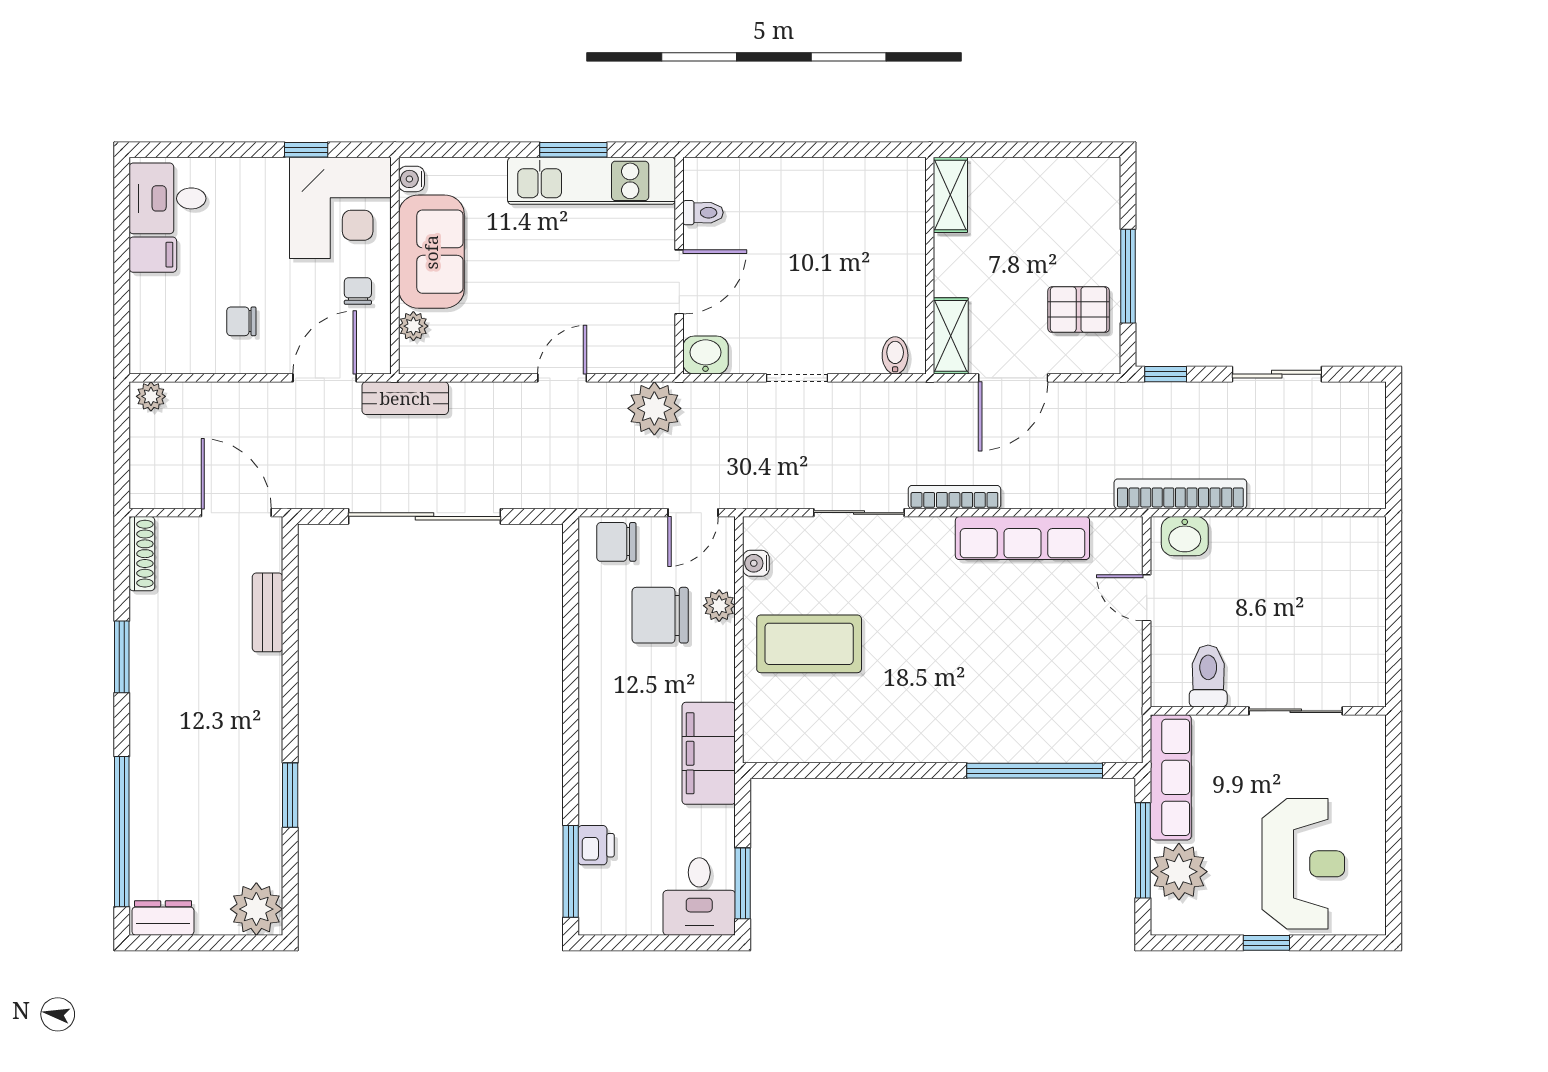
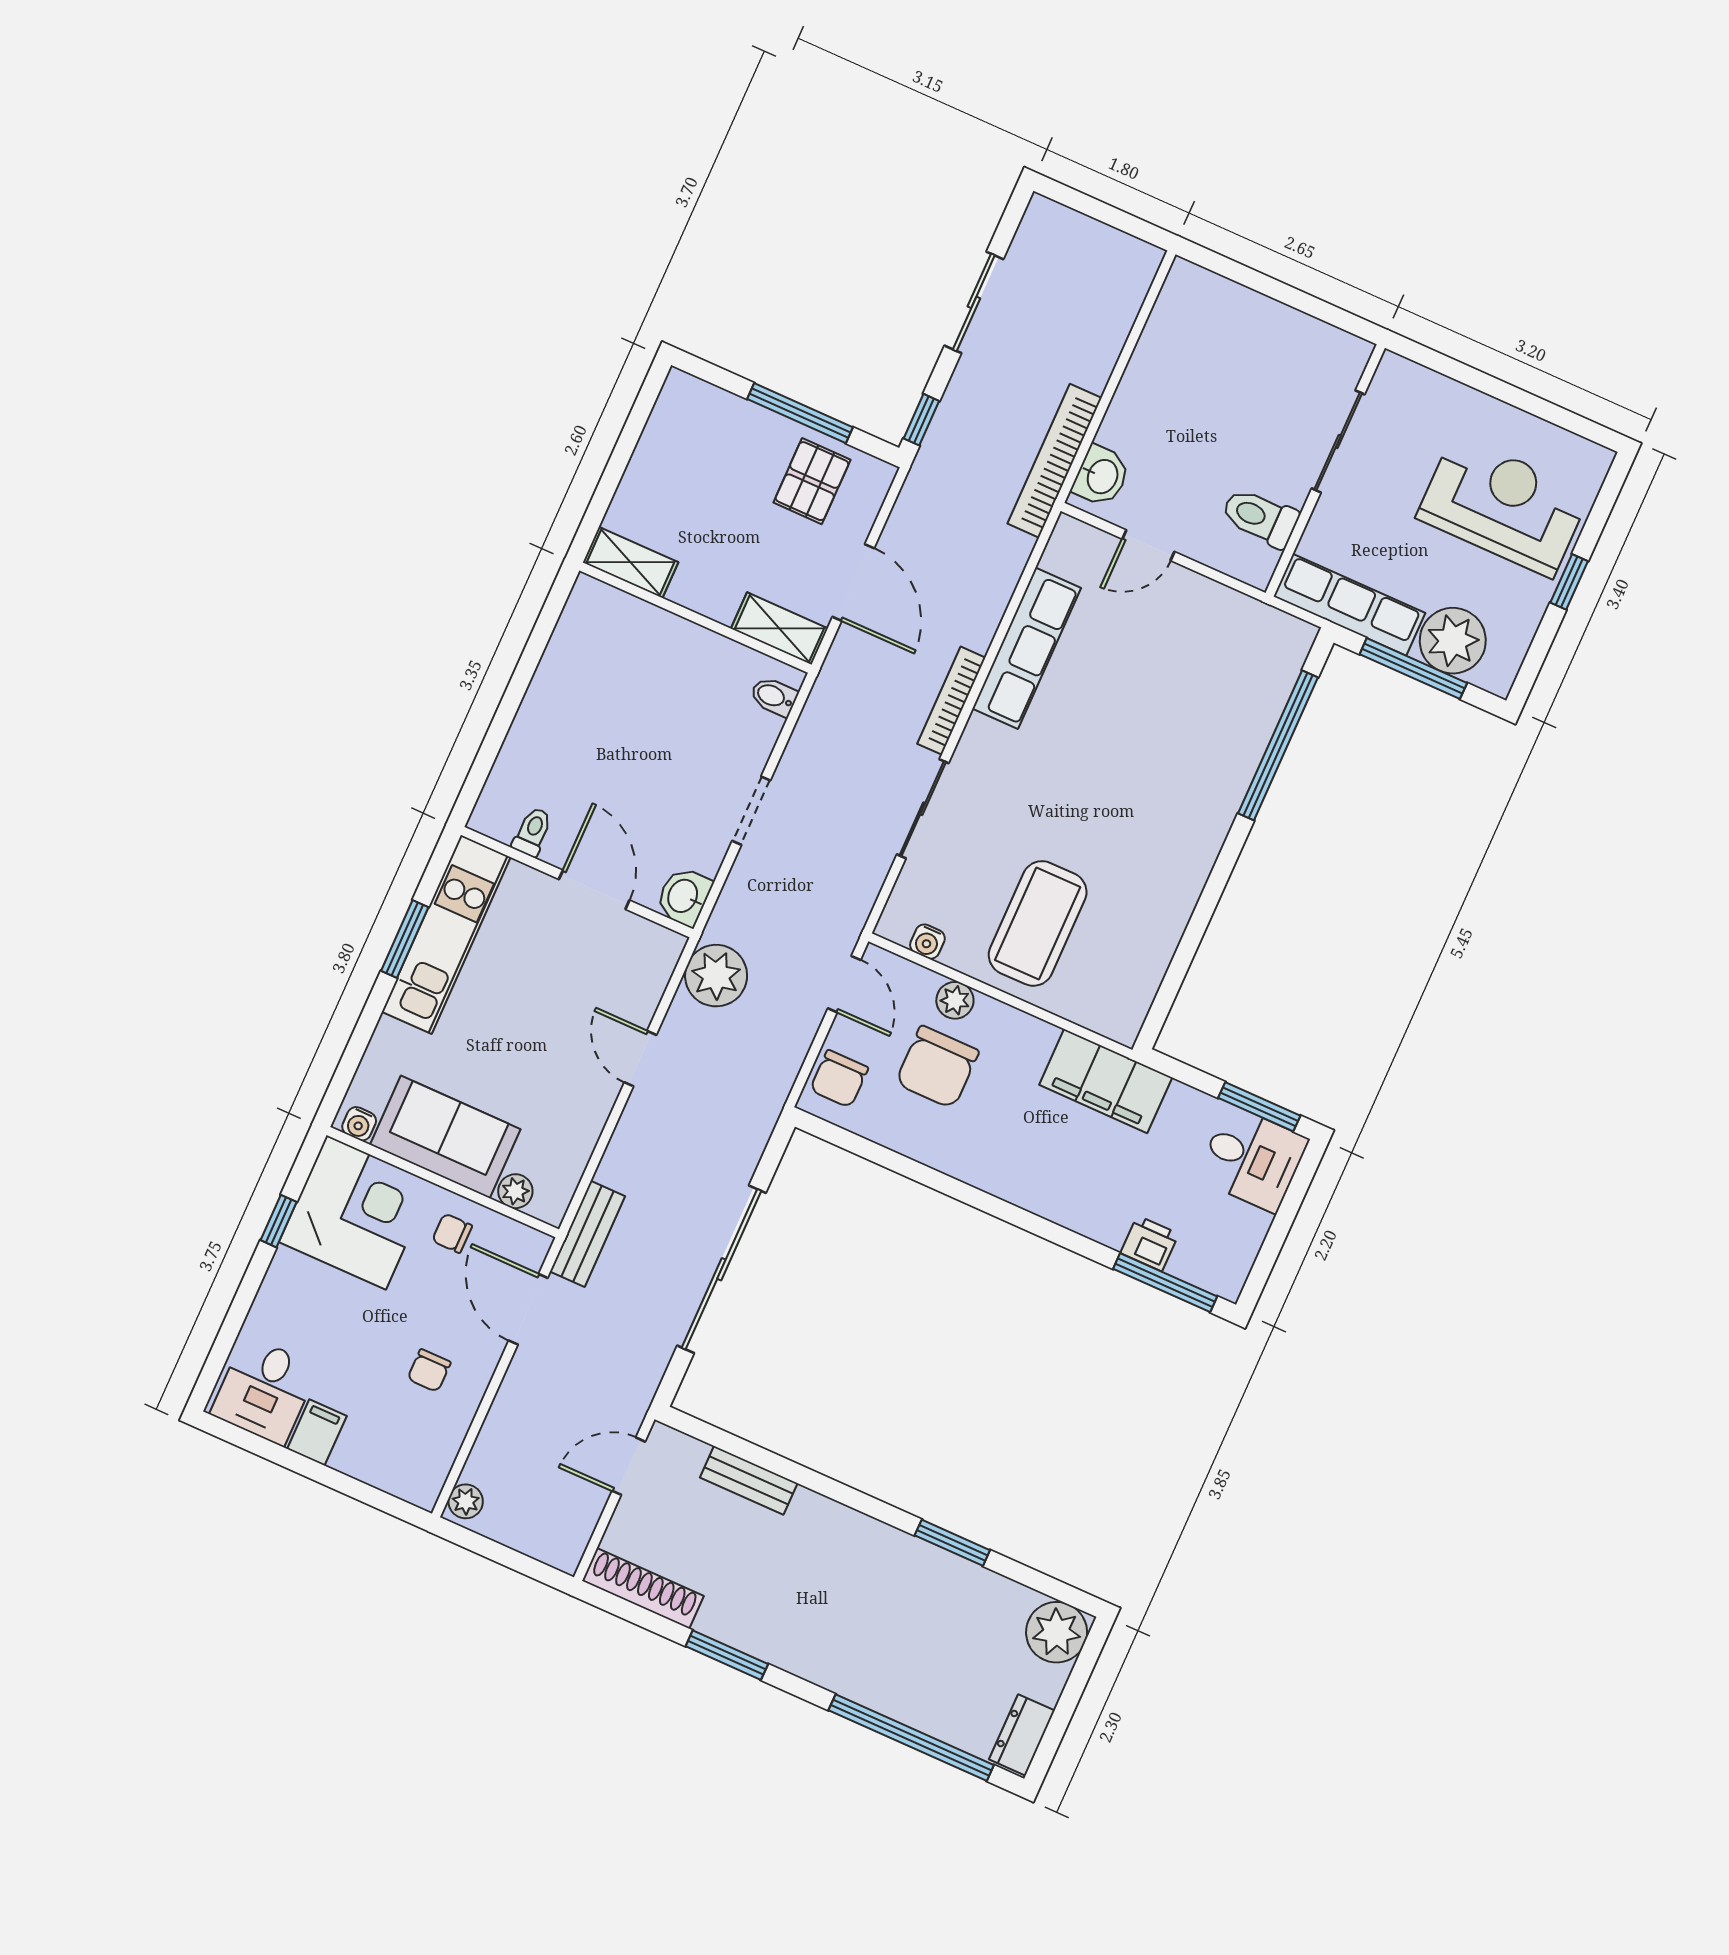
door: (236, 513) -> (629, 1466), width x0.73
shoe rack: (142, 554) -> (643, 1588), width x1.36, depth x1.24

